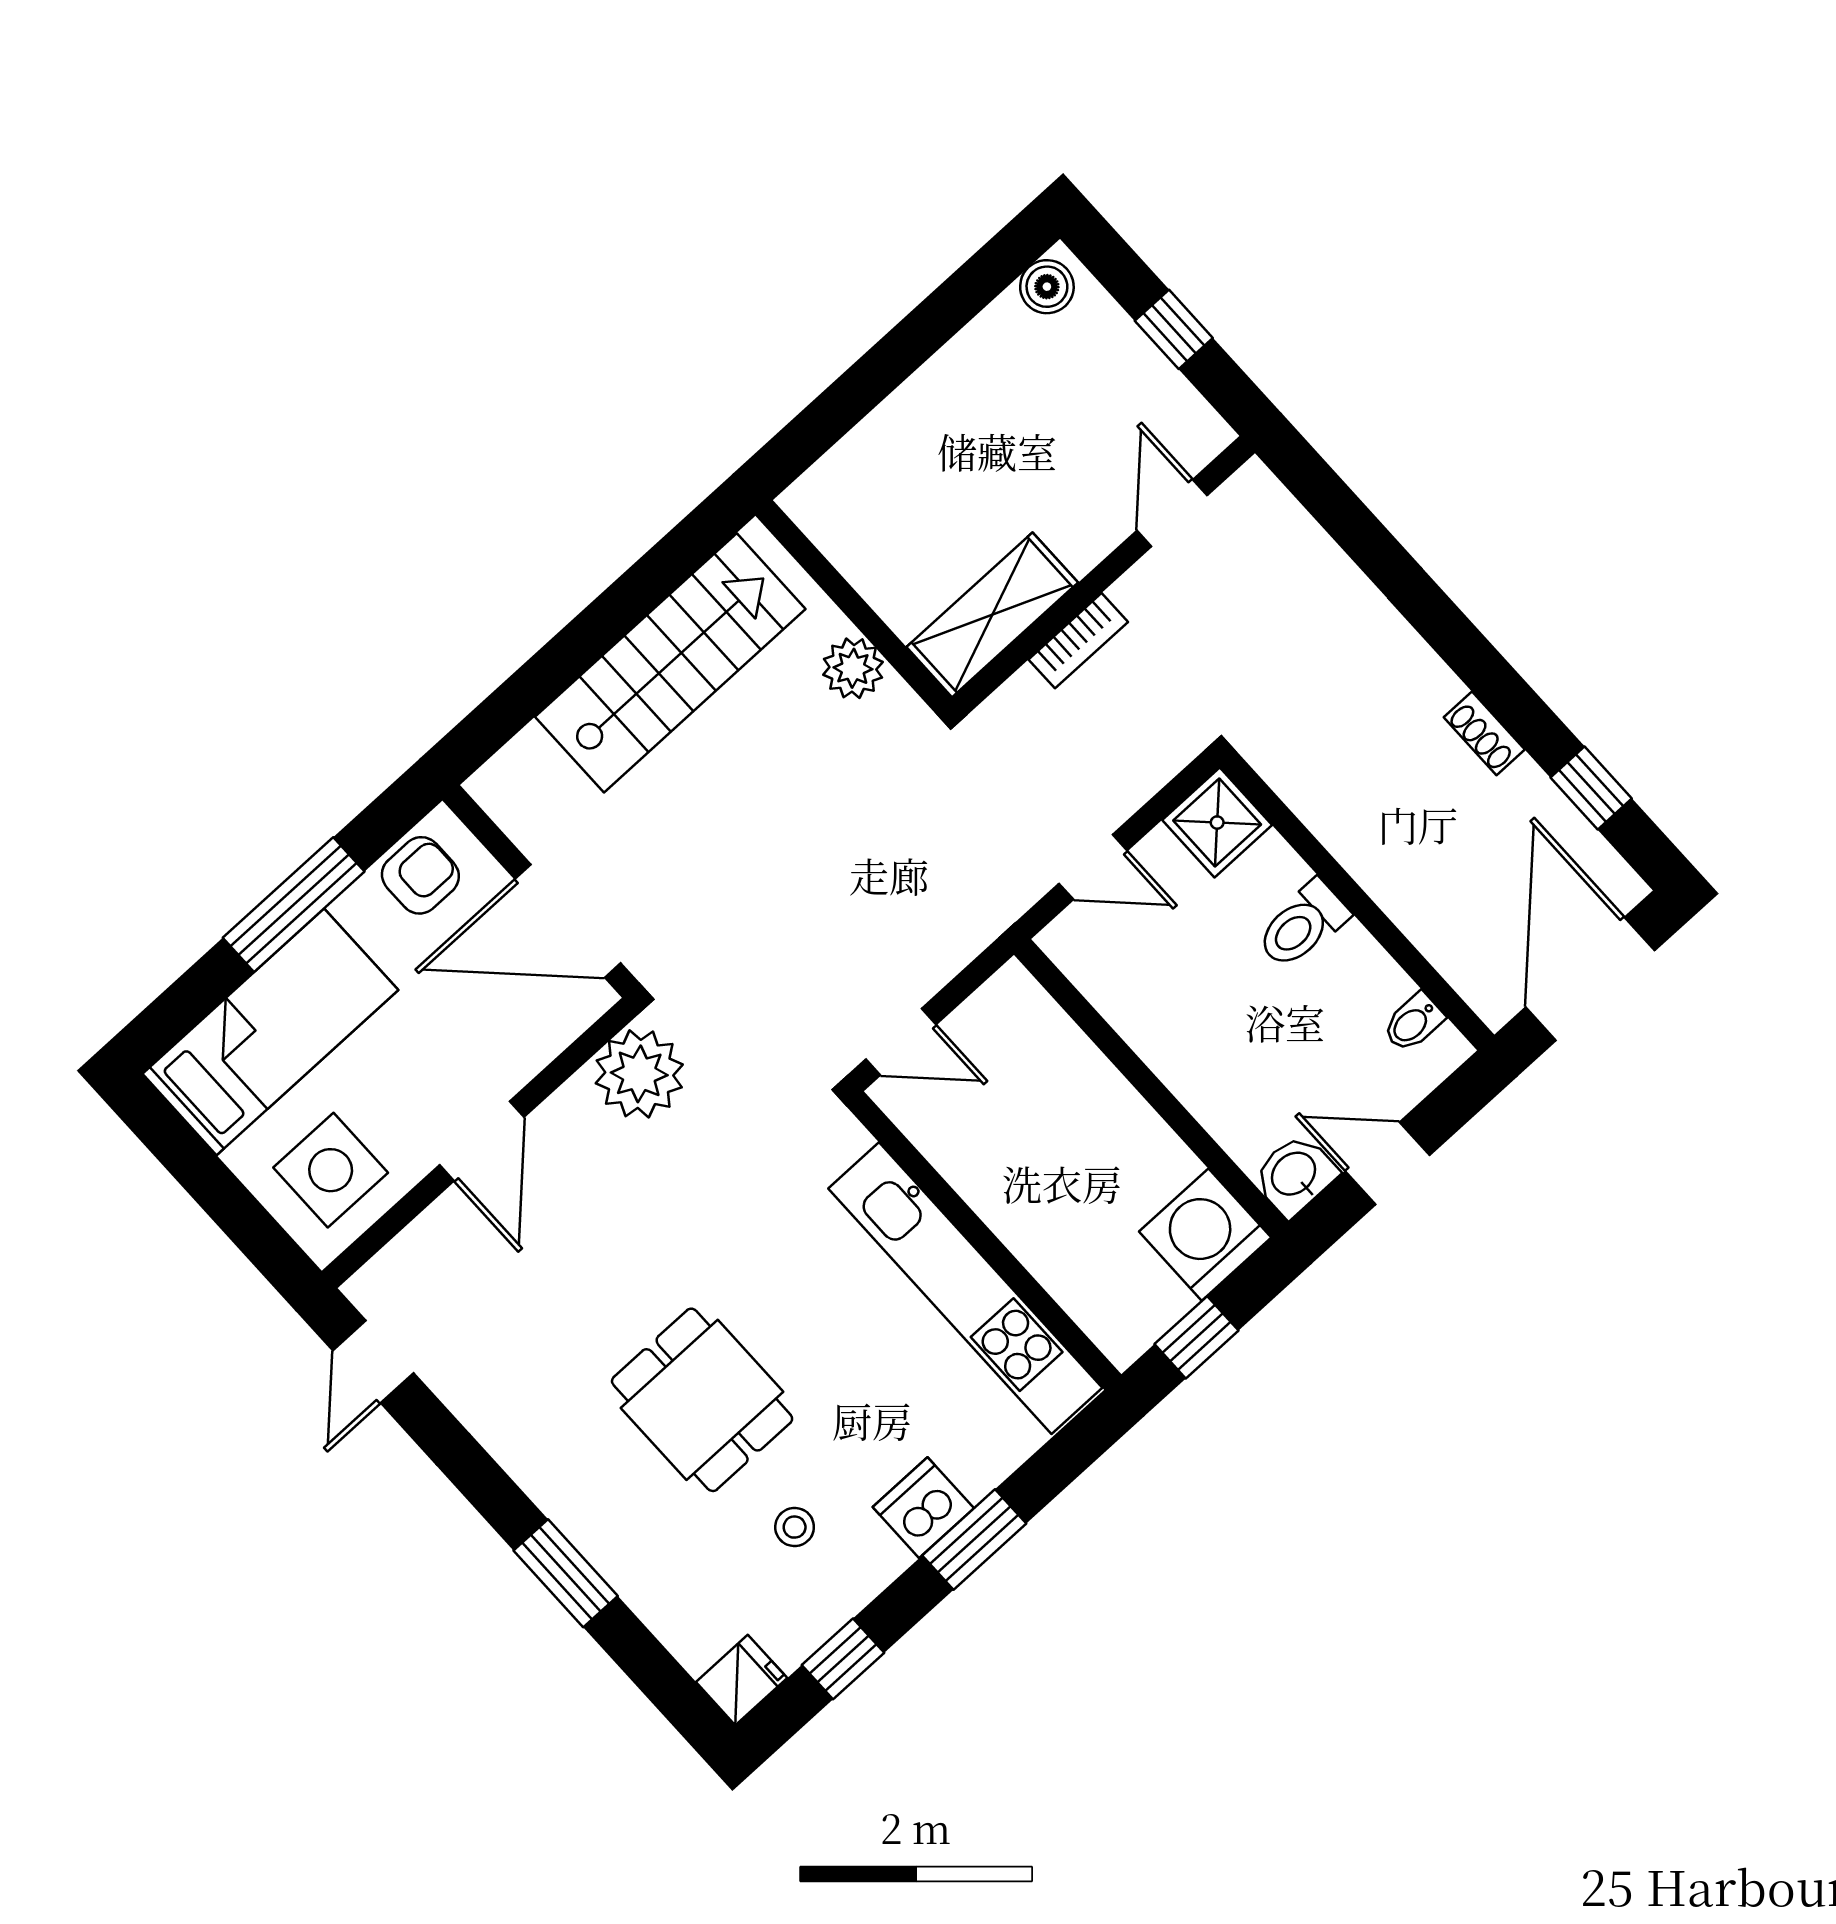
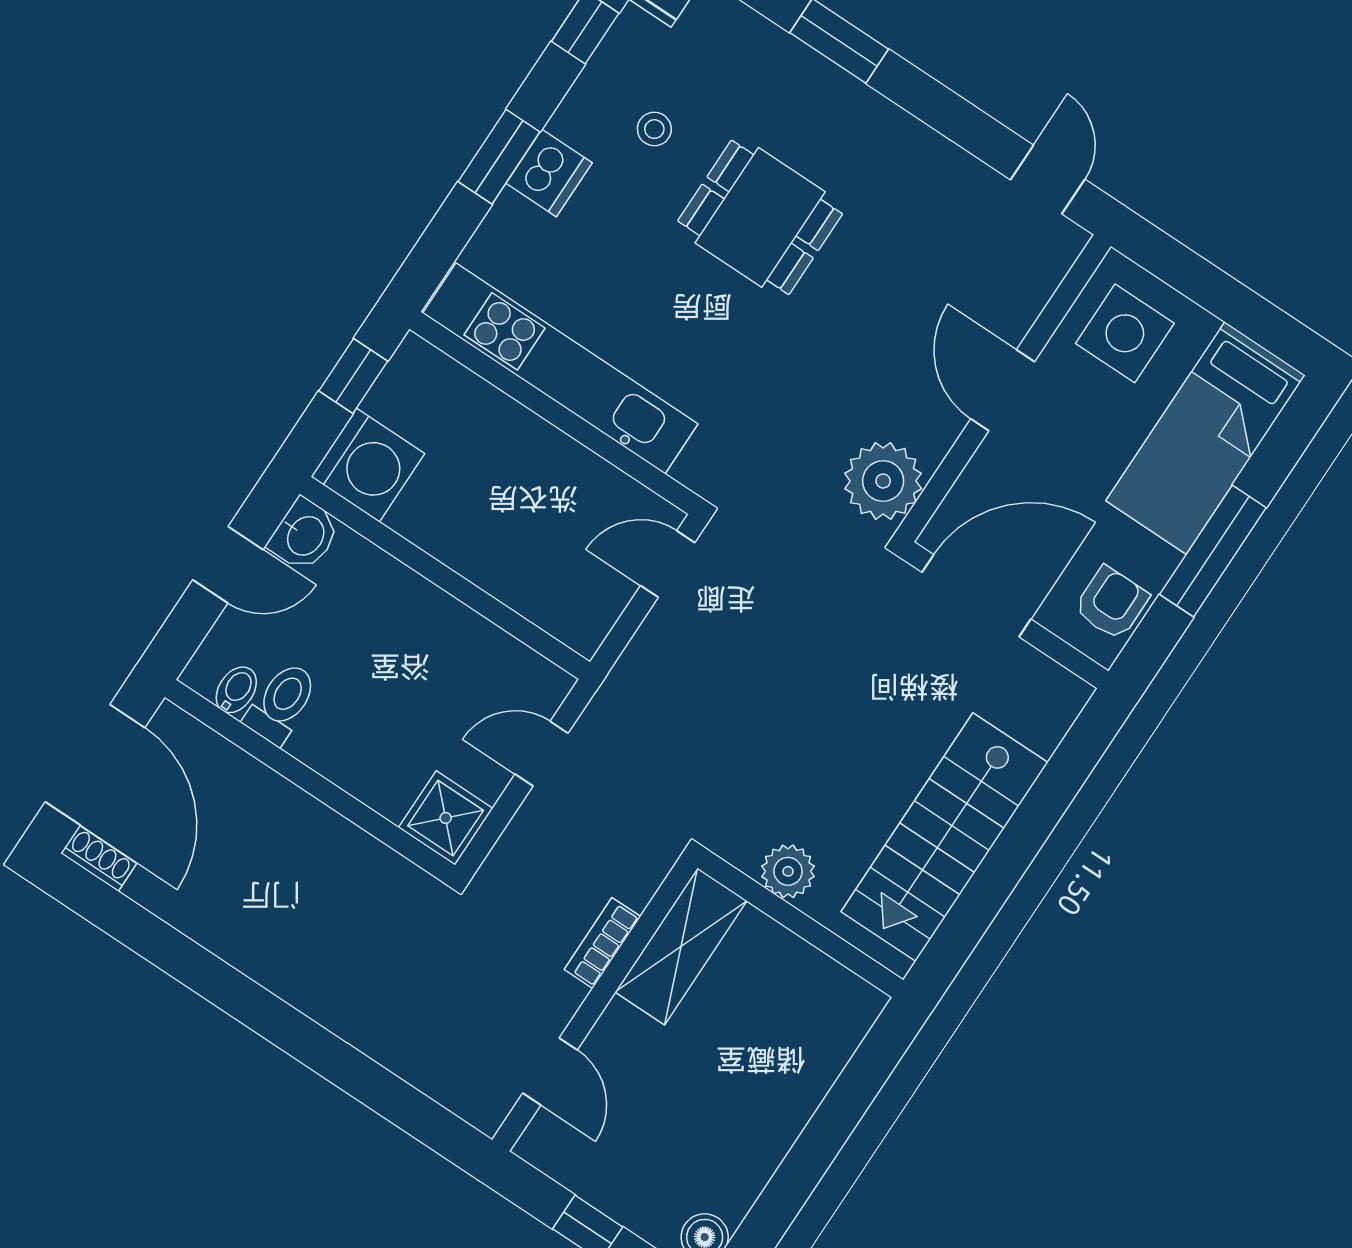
shoe rack: (1484, 733) -> (99, 858), moved
window: (1591, 788) -> (135, 927), removed
armchair: (420, 875) -> (1111, 603), turned 180
toilet: (1302, 925) -> (282, 703), moved

